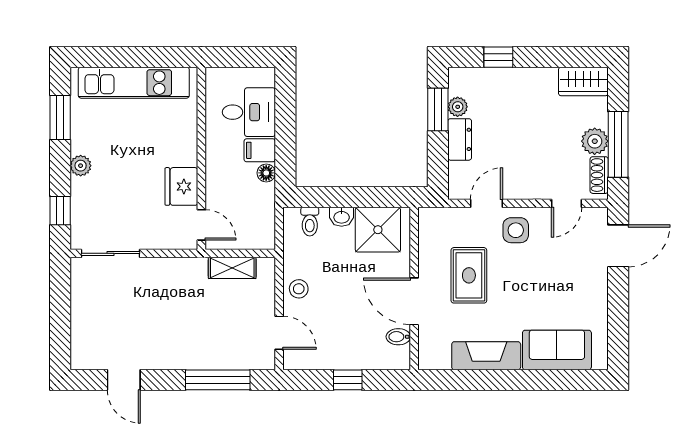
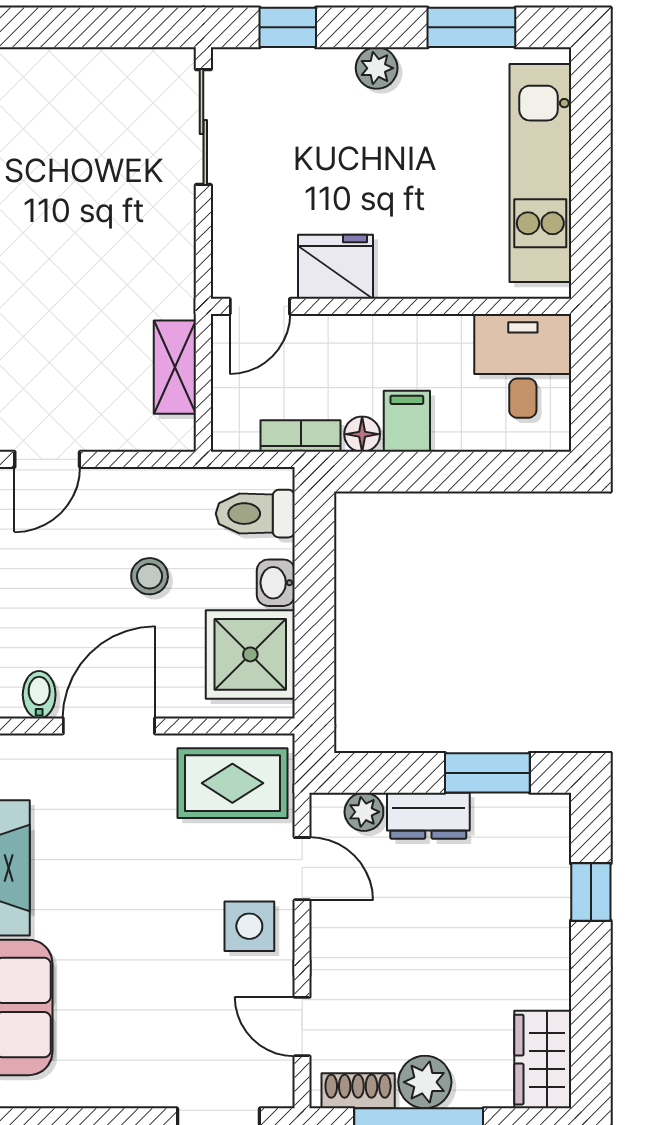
plant: (458, 107) -> (364, 812), moved
desk: (249, 112) -> (523, 366), moved, turned 180
bookcase: (267, 204) -> (301, 436), added
toilet: (310, 222) -> (255, 514), width x1.37, depth x1.39
rug: (469, 275) -> (232, 783), moved
stool: (299, 289) -> (150, 576), moved

